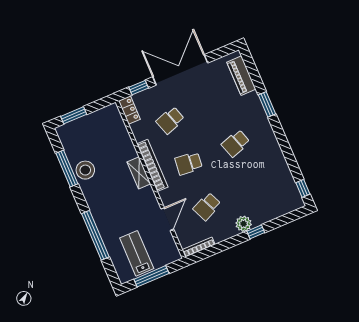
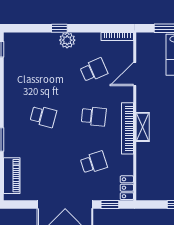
school desk: (236, 143) -> (43, 116), turned 33

